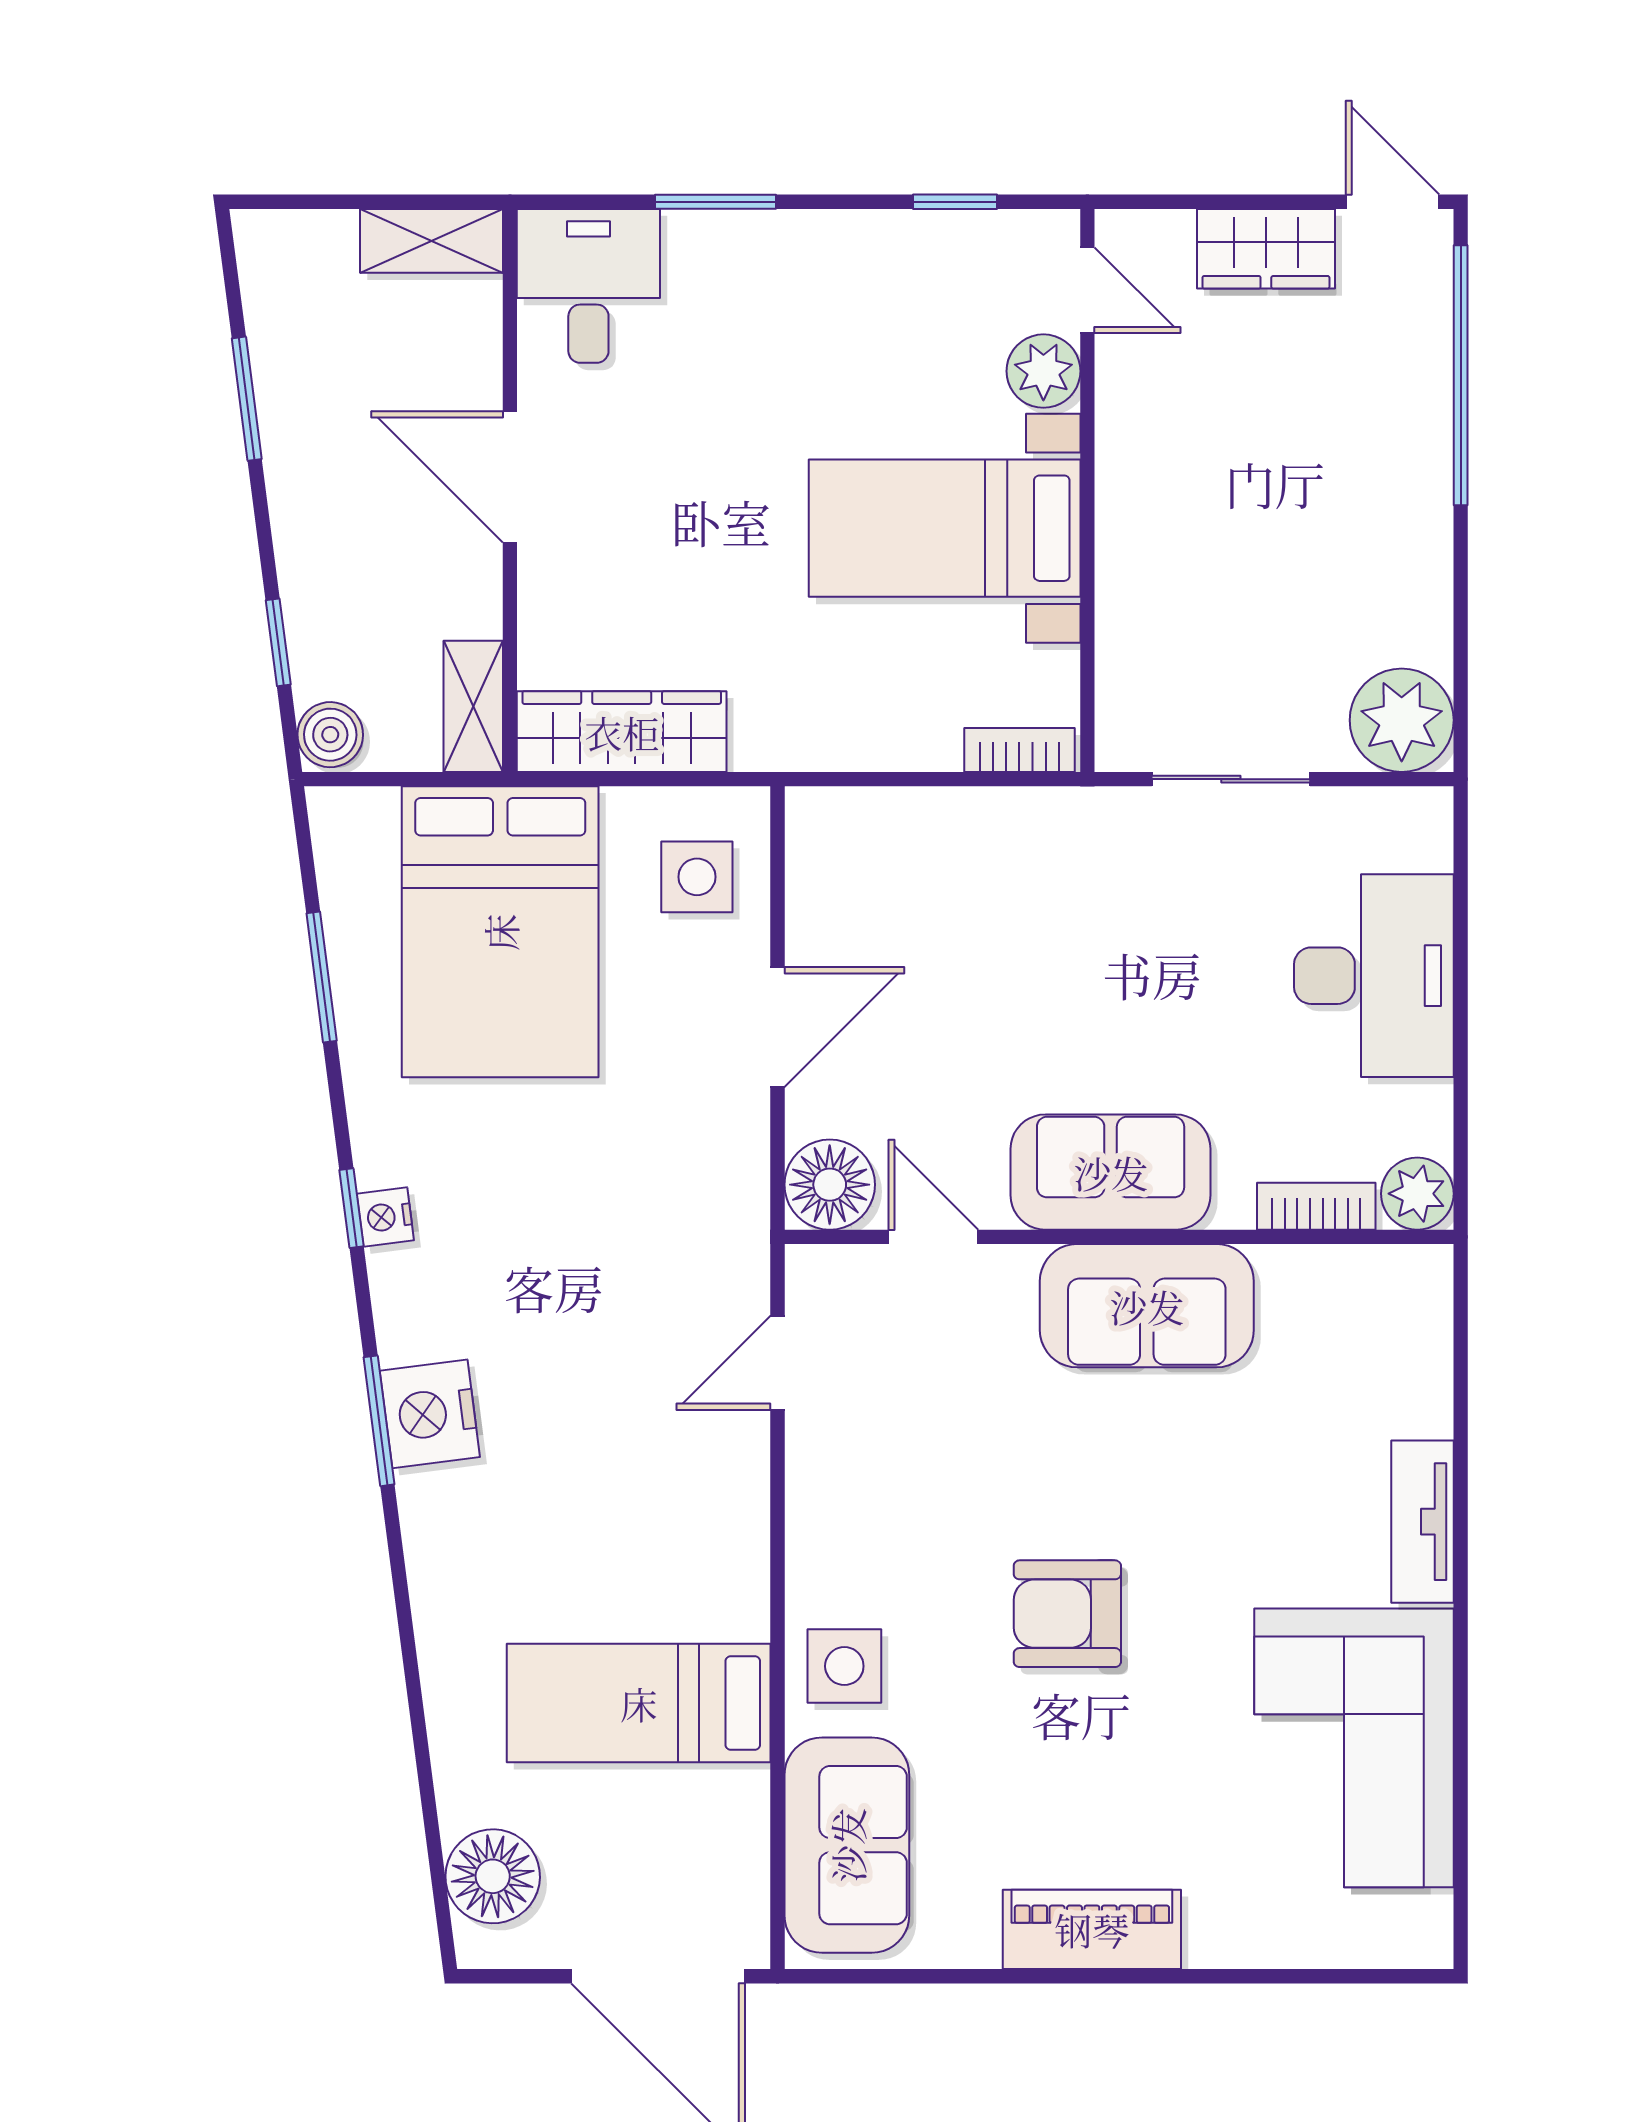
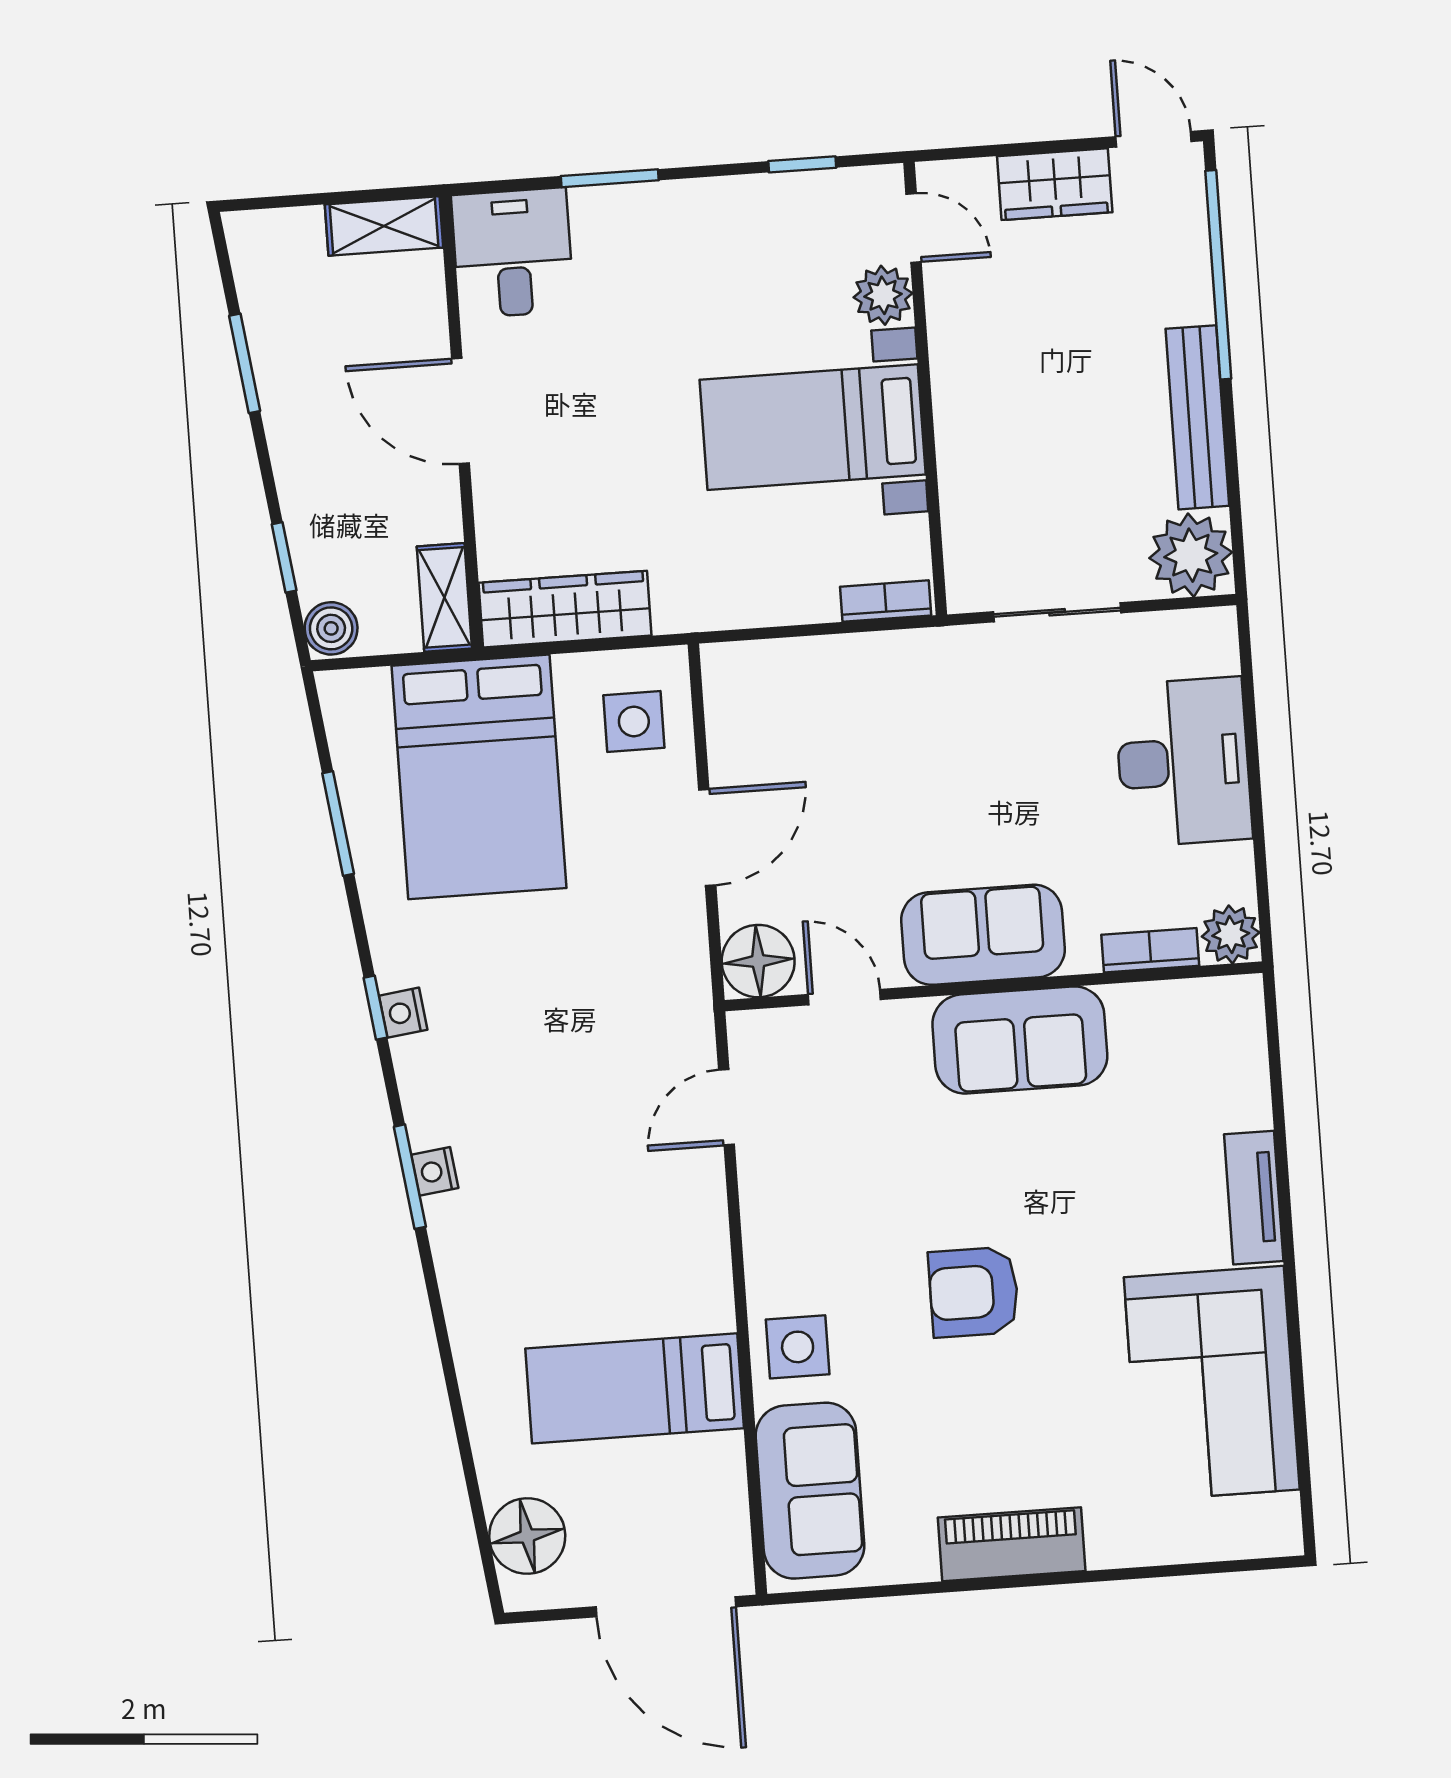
bench: (1422, 550) -> (1197, 417), added
nightstand: (430, 1414) -> (435, 1171), width x0.53, depth x0.56

